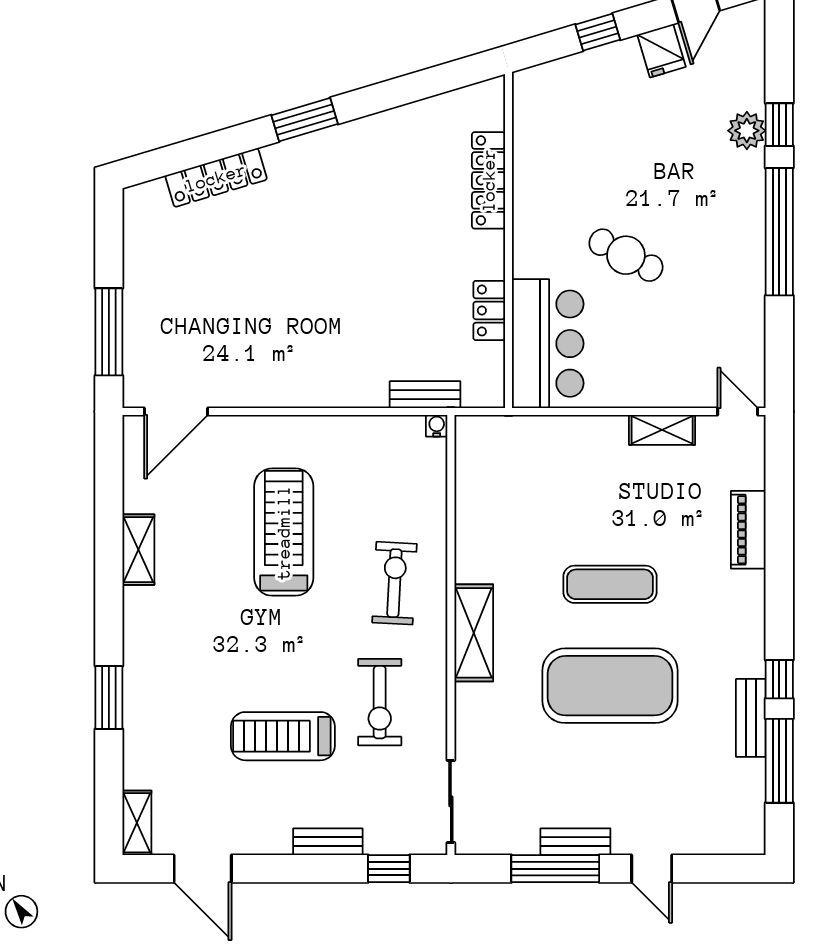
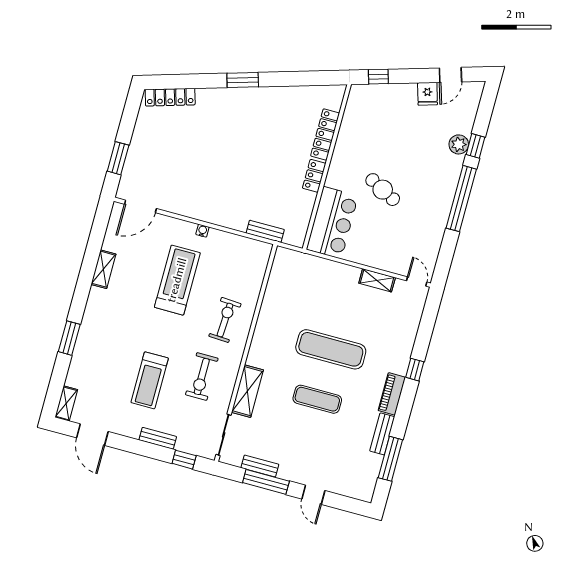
window: (598, 32) -> (378, 77), moved
locker: (216, 178) -> (170, 97), moved
locker: (489, 310) -> (314, 176), moved
window: (109, 332) -> (118, 158), width x0.69
water cooler: (437, 426) -> (202, 231), moved
piano: (748, 530) -> (392, 394), moved
exercise mat: (610, 584) -> (331, 349), width x1.36, depth x1.45
shelving: (474, 633) -> (247, 391), moved
window: (779, 679) -> (415, 370), moved
exercise mat: (610, 686) -> (317, 399), width x0.50, depth x0.69
treadmill: (283, 736) -> (150, 380), turned -90
bench: (575, 842) -> (260, 466), moved

